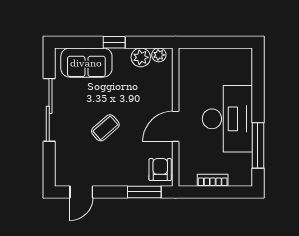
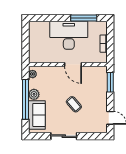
window: (114, 42) -> (25, 99), width x3.17
plant: (141, 57) -> (34, 94), moved
sliding door: (49, 110) -> (64, 136), width x0.73
armchair: (160, 170) -> (97, 73), removed

